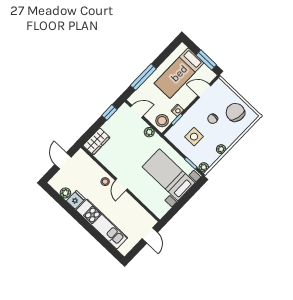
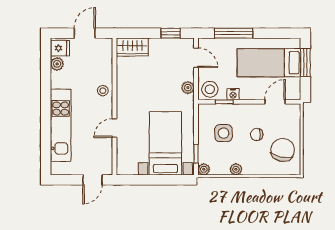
window: (206, 60) -> (305, 62), moved
door: (204, 91) -> (275, 102), hinge flipped
door: (121, 185) -> (114, 128), moved
fridge: (76, 200) -> (60, 48), moved

